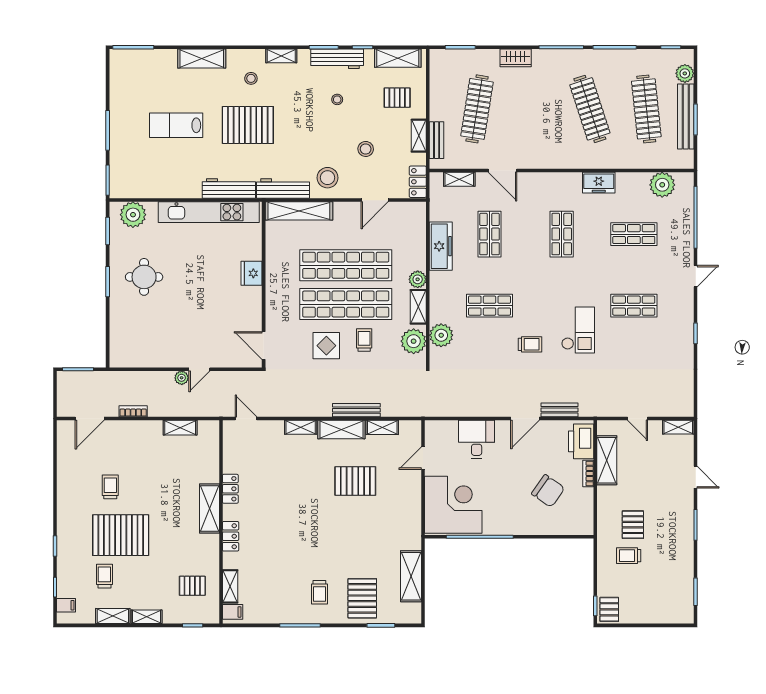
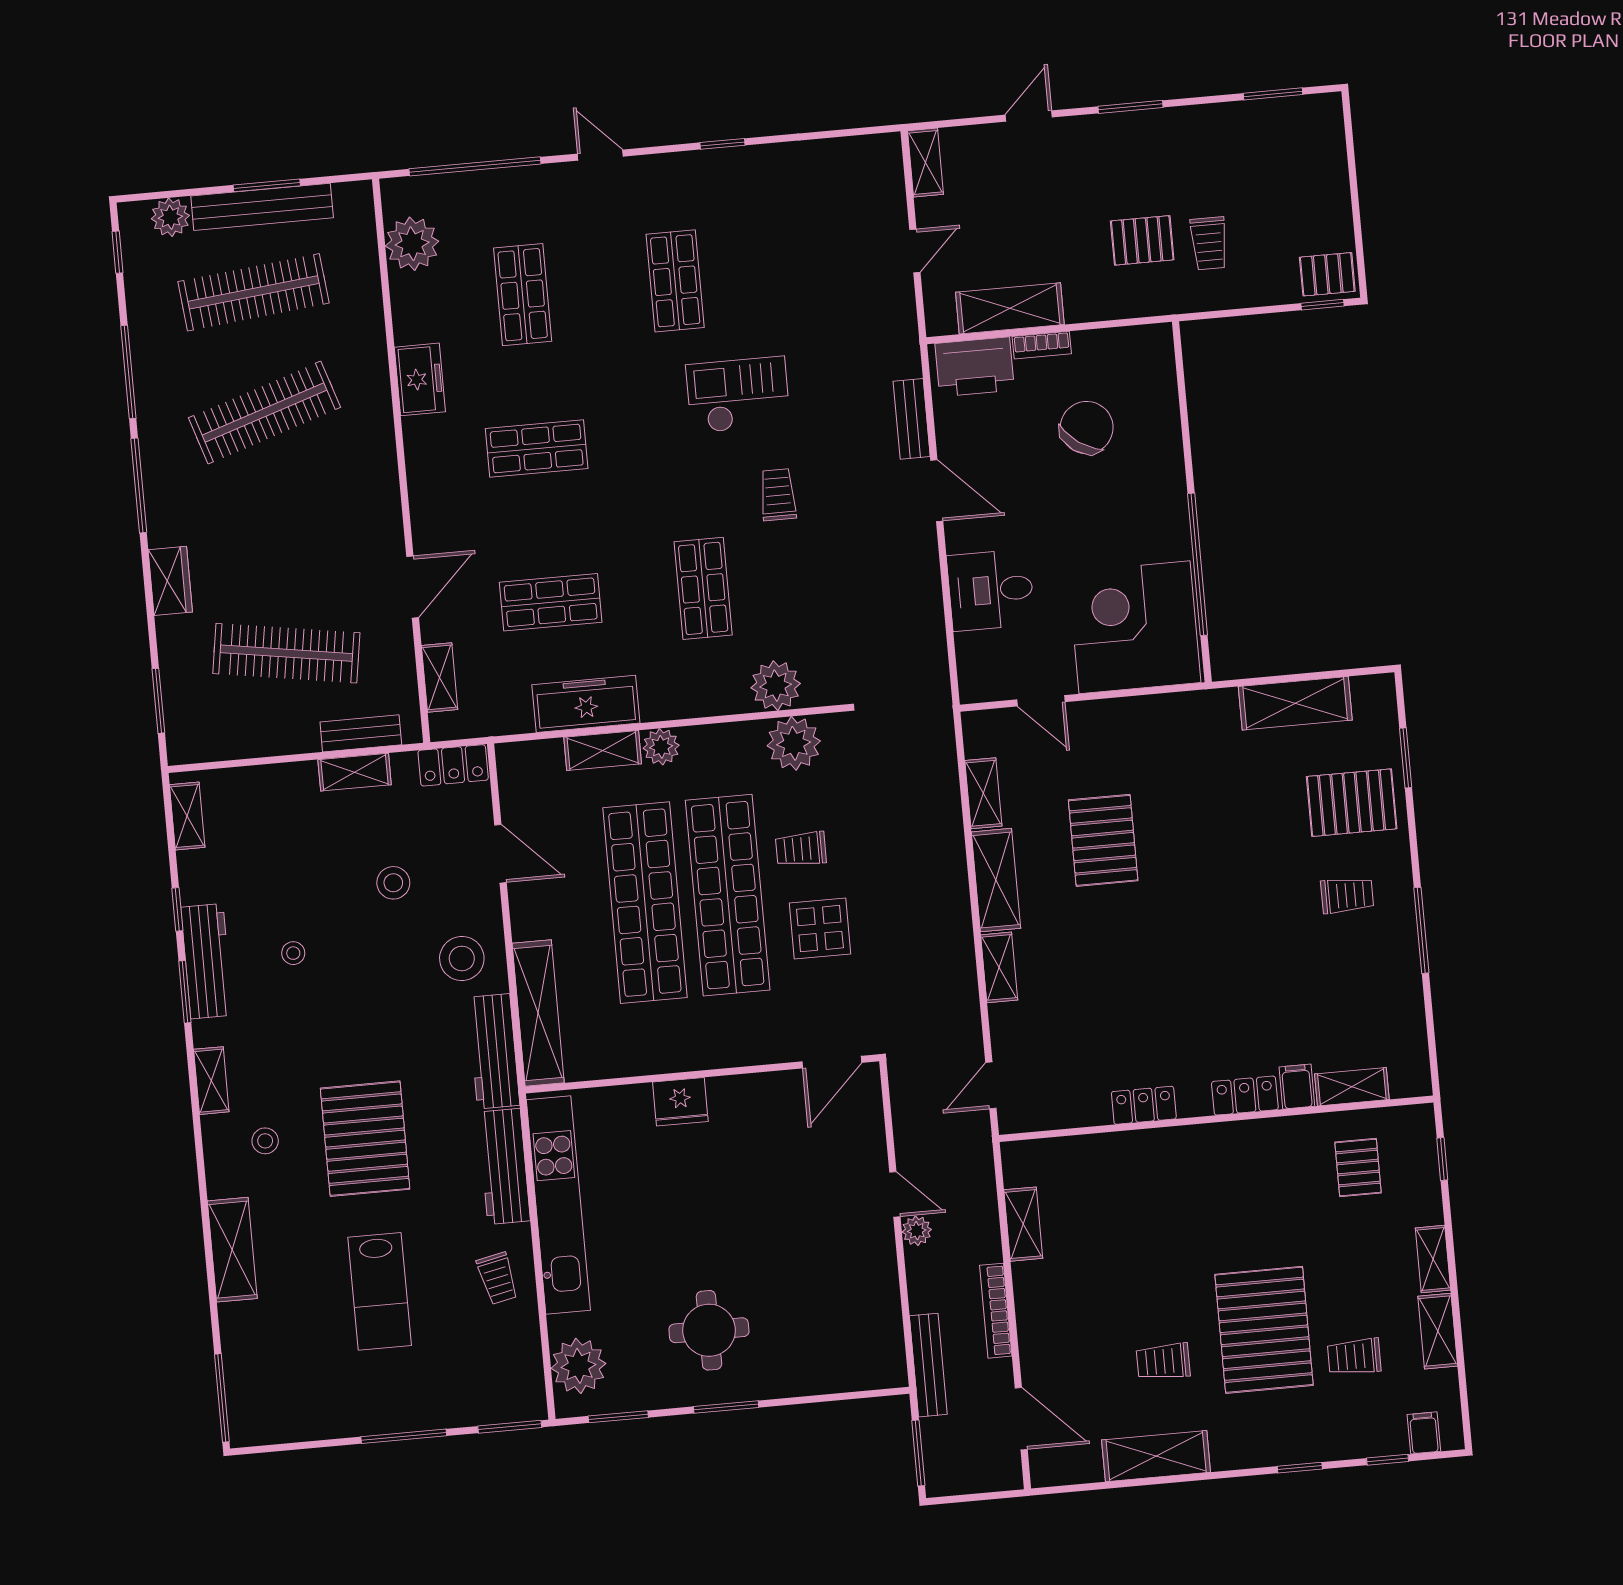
shelving: (398, 58) -> (187, 816), width x0.67, depth x0.75
pallet: (397, 98) -> (278, 826), removed
trolley: (177, 181) -> (497, 1278), added
shelving: (418, 307) -> (603, 750), moved
bench: (356, 410) -> (928, 1365), moved
bookcase: (133, 411) -> (996, 1311), width x1.56
shelving: (209, 508) -> (1156, 1456), moved
filing cabinet: (233, 612) -> (1297, 1087), moved

